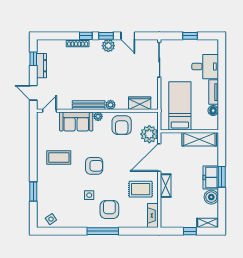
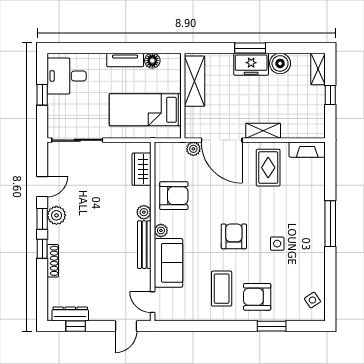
dresser: (41, 66) -> (70, 314), moved
desk: (205, 67) -> (67, 76), moved, turned -90
plant: (149, 134) -> (193, 149), width x0.53, depth x0.53
armchair: (109, 209) -> (257, 297), moved

